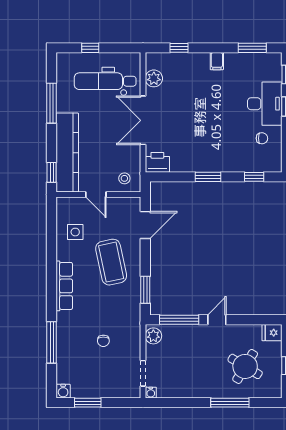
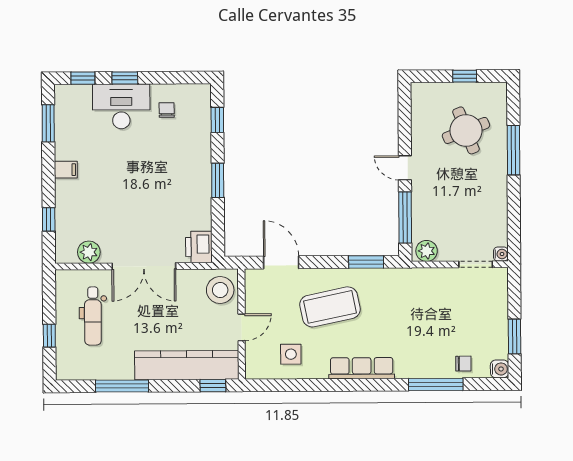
dental chair: (105, 81) -> (93, 316), width x0.73, depth x0.72
stool: (124, 178) -> (220, 290), width x1.89, depth x1.89
fridge: (272, 333) -> (421, 95), removed
chair: (103, 341) -> (463, 364), moved
round table: (245, 366) -> (466, 130), turned 38

